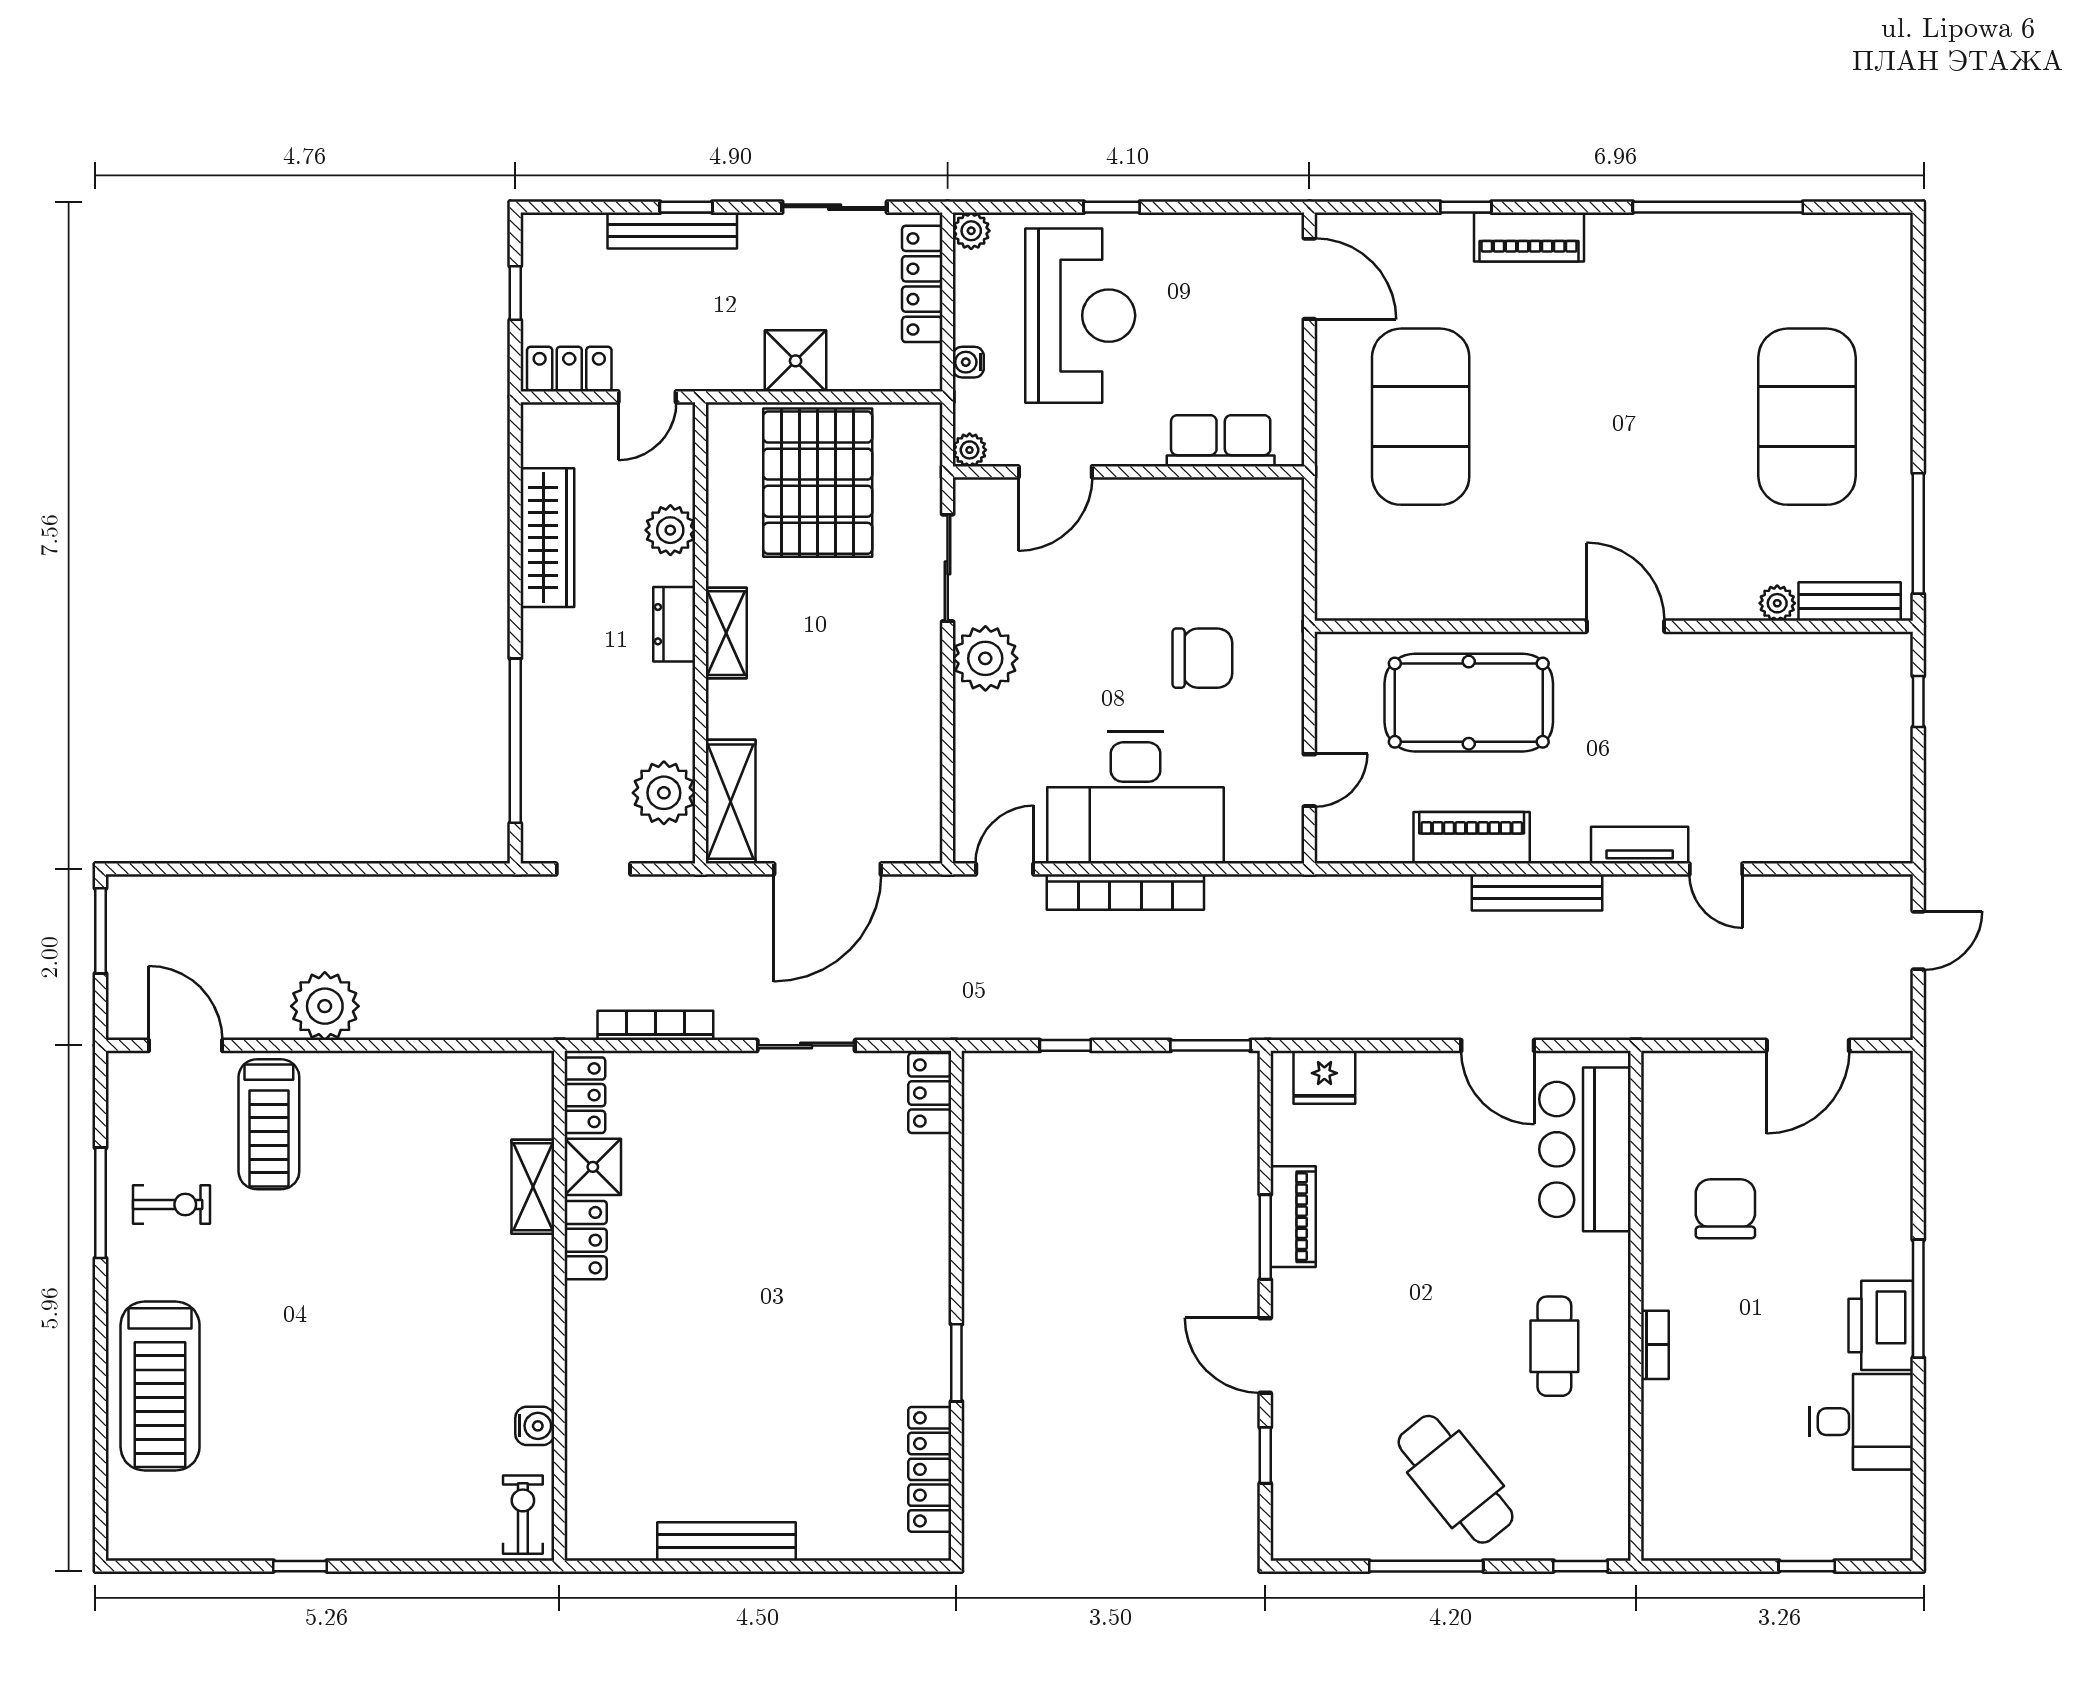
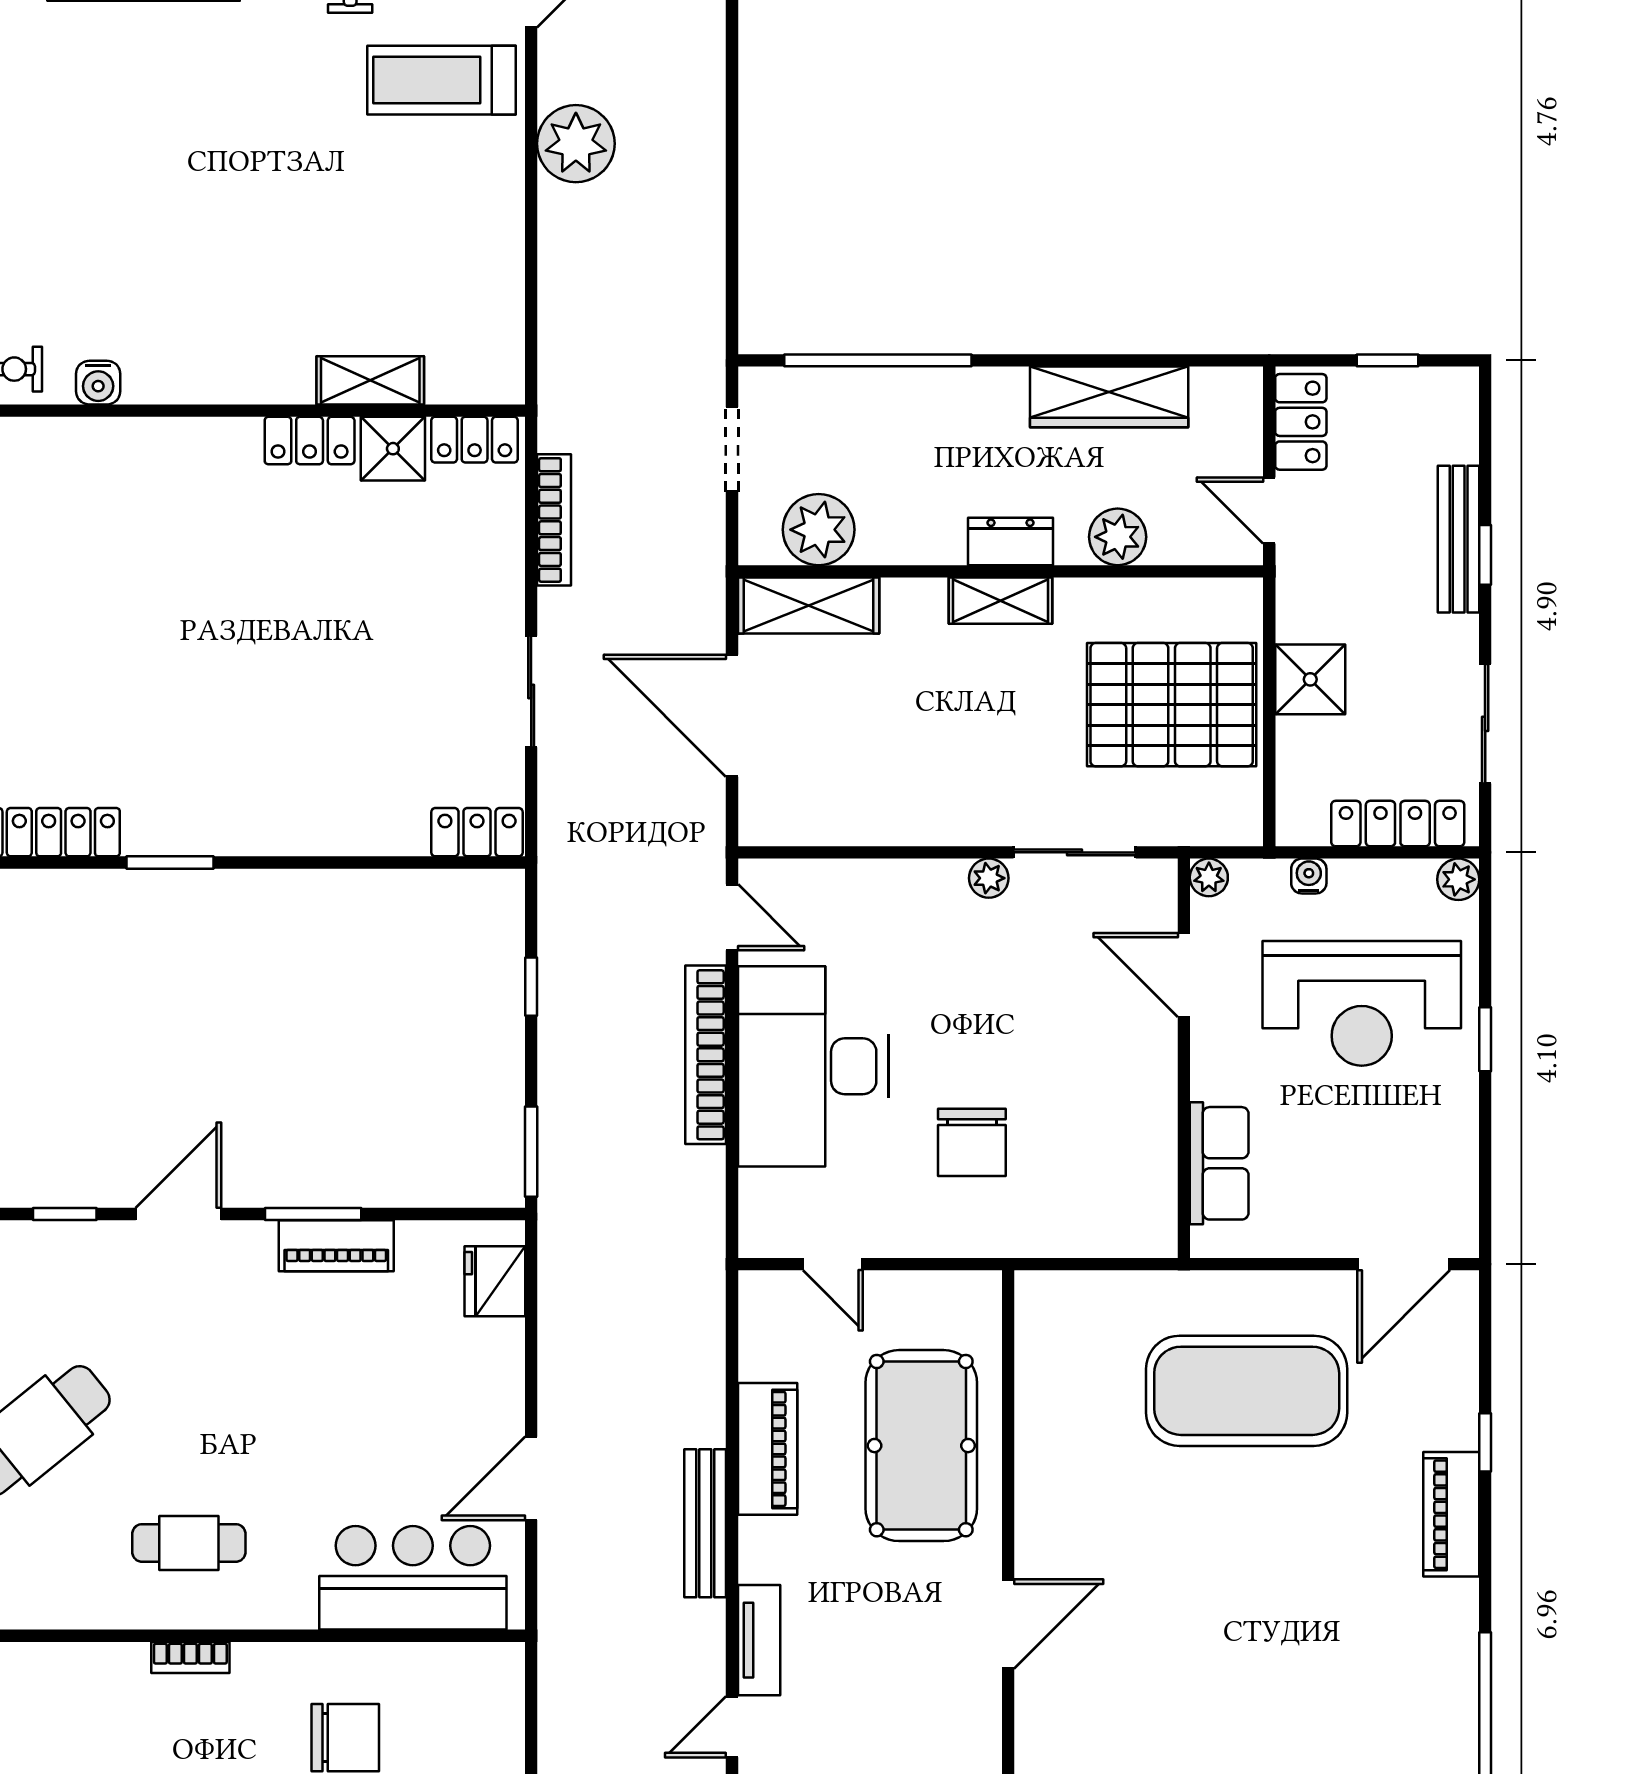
plant: (985, 658) -> (989, 878), width x0.53, depth x0.53

